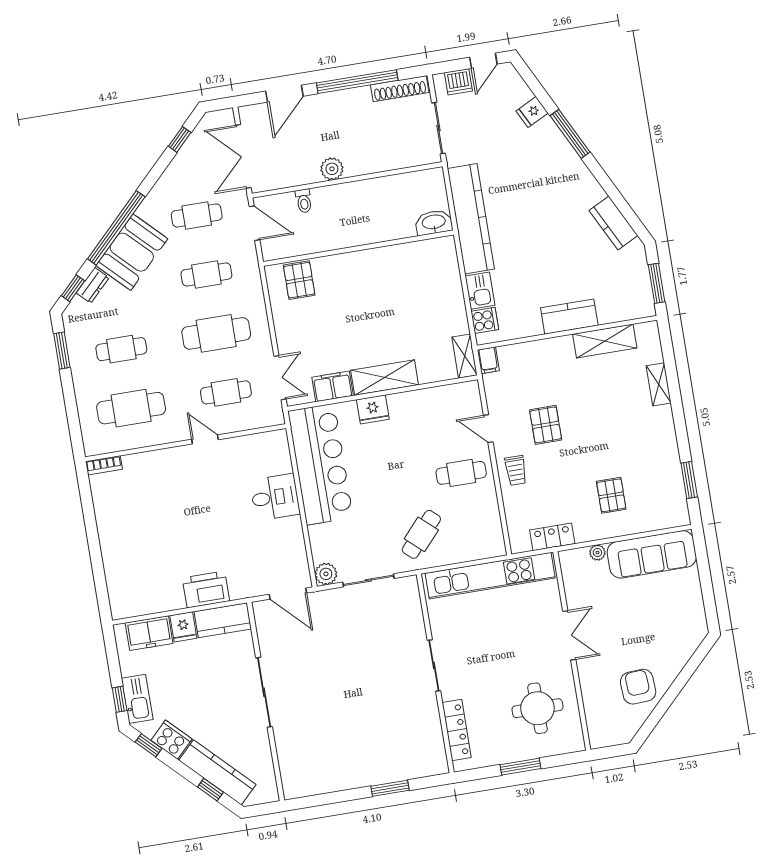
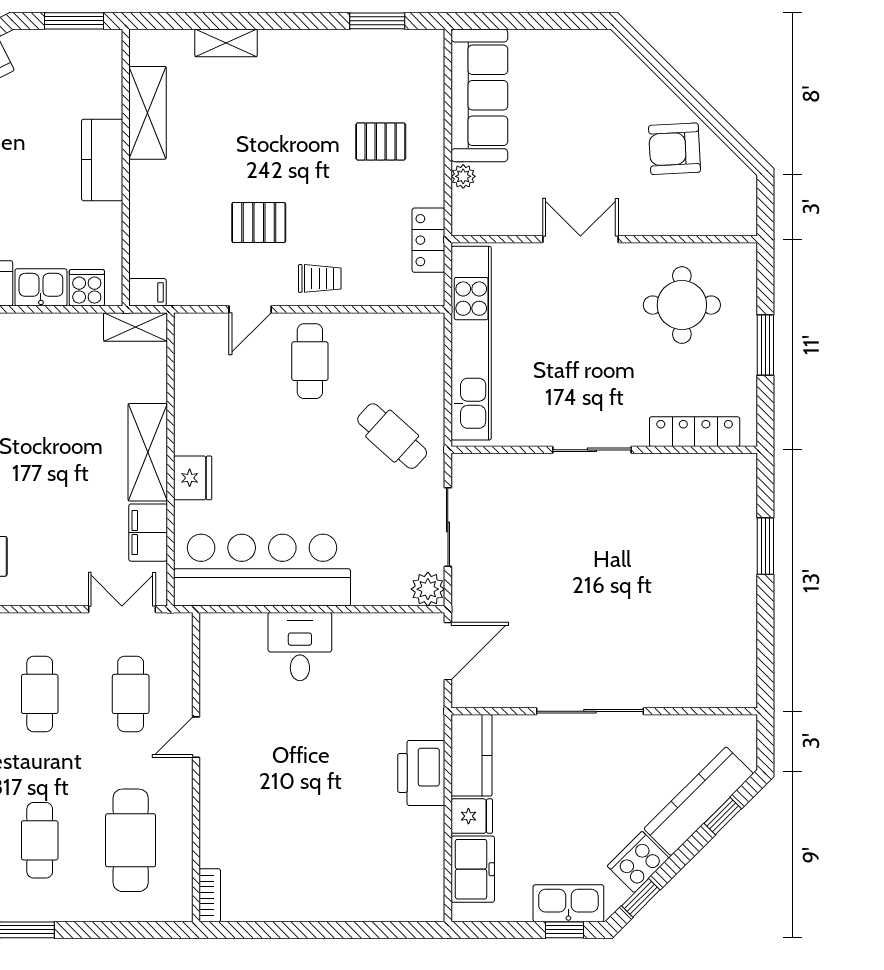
cafe table: (216, 333) -> (40, 694), width x0.73, depth x0.74

